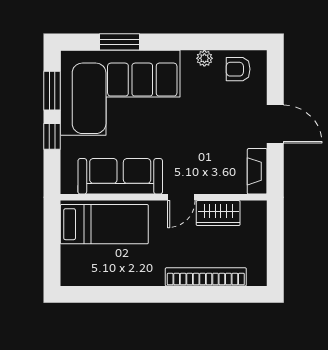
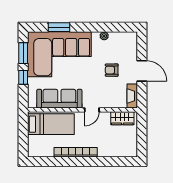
armchair: (238, 69) -> (112, 70), moved
wardrobe: (218, 213) -> (122, 118), moved
bookcase: (206, 277) -> (76, 152), moved

